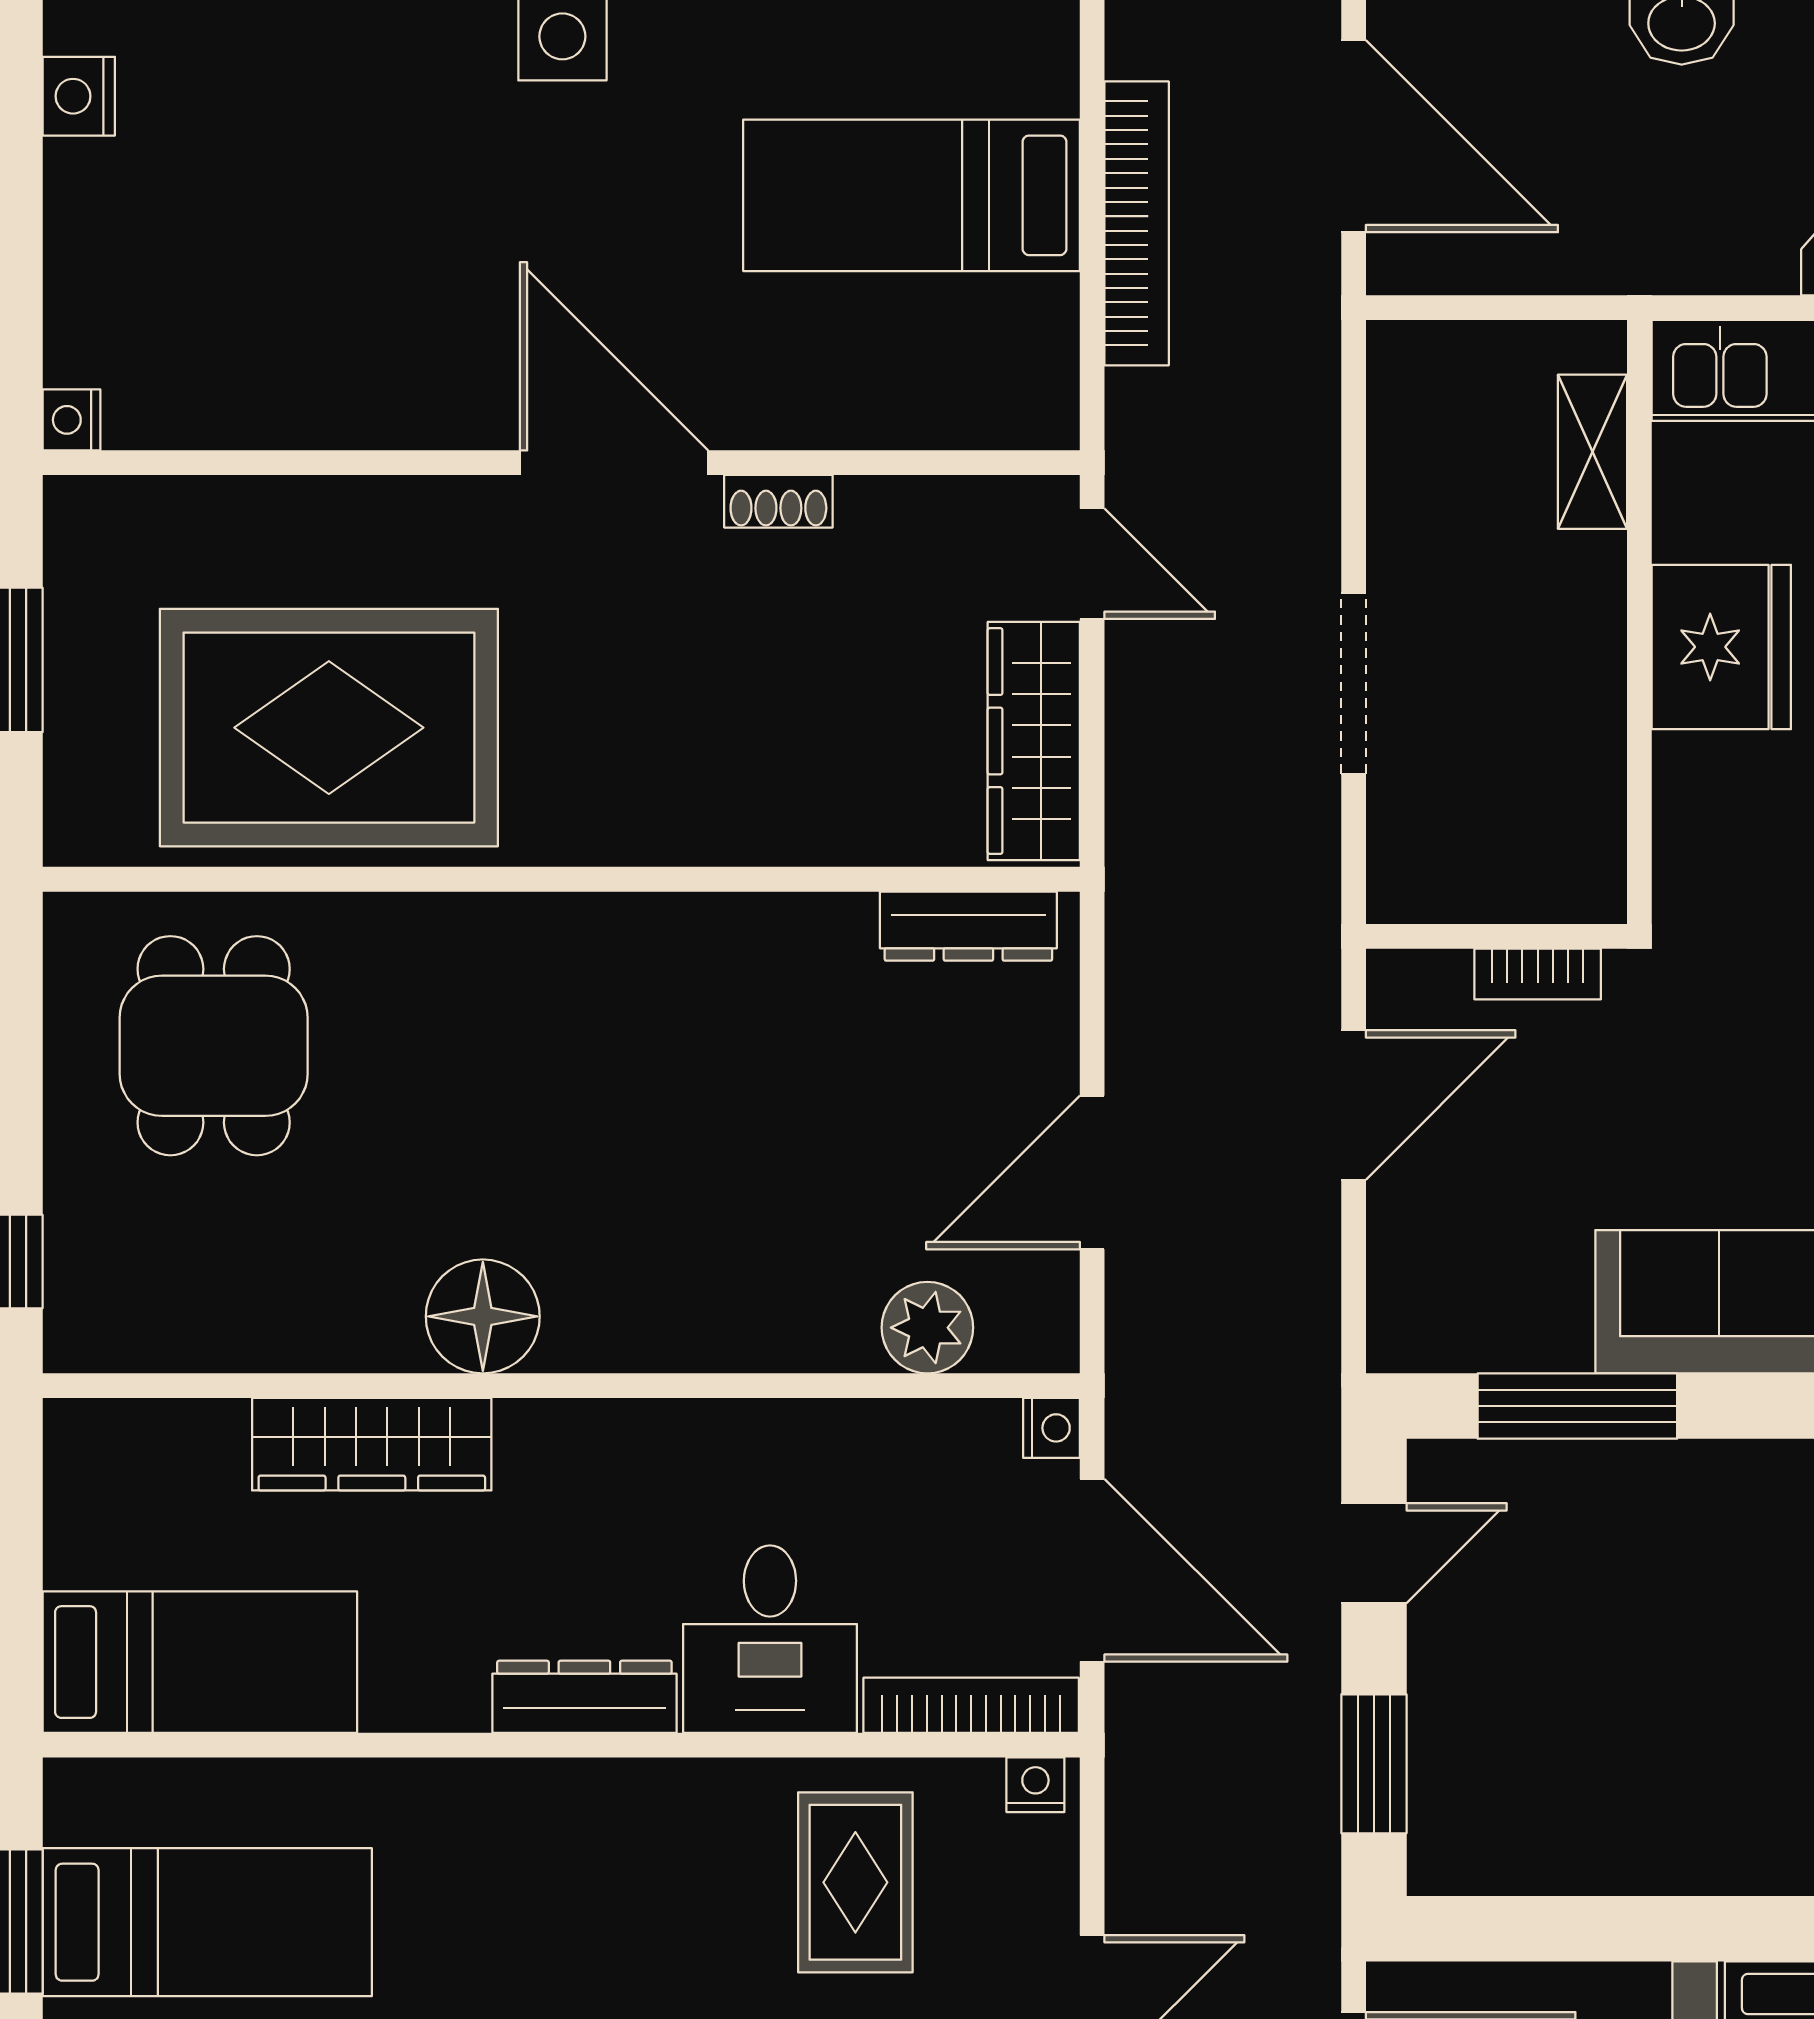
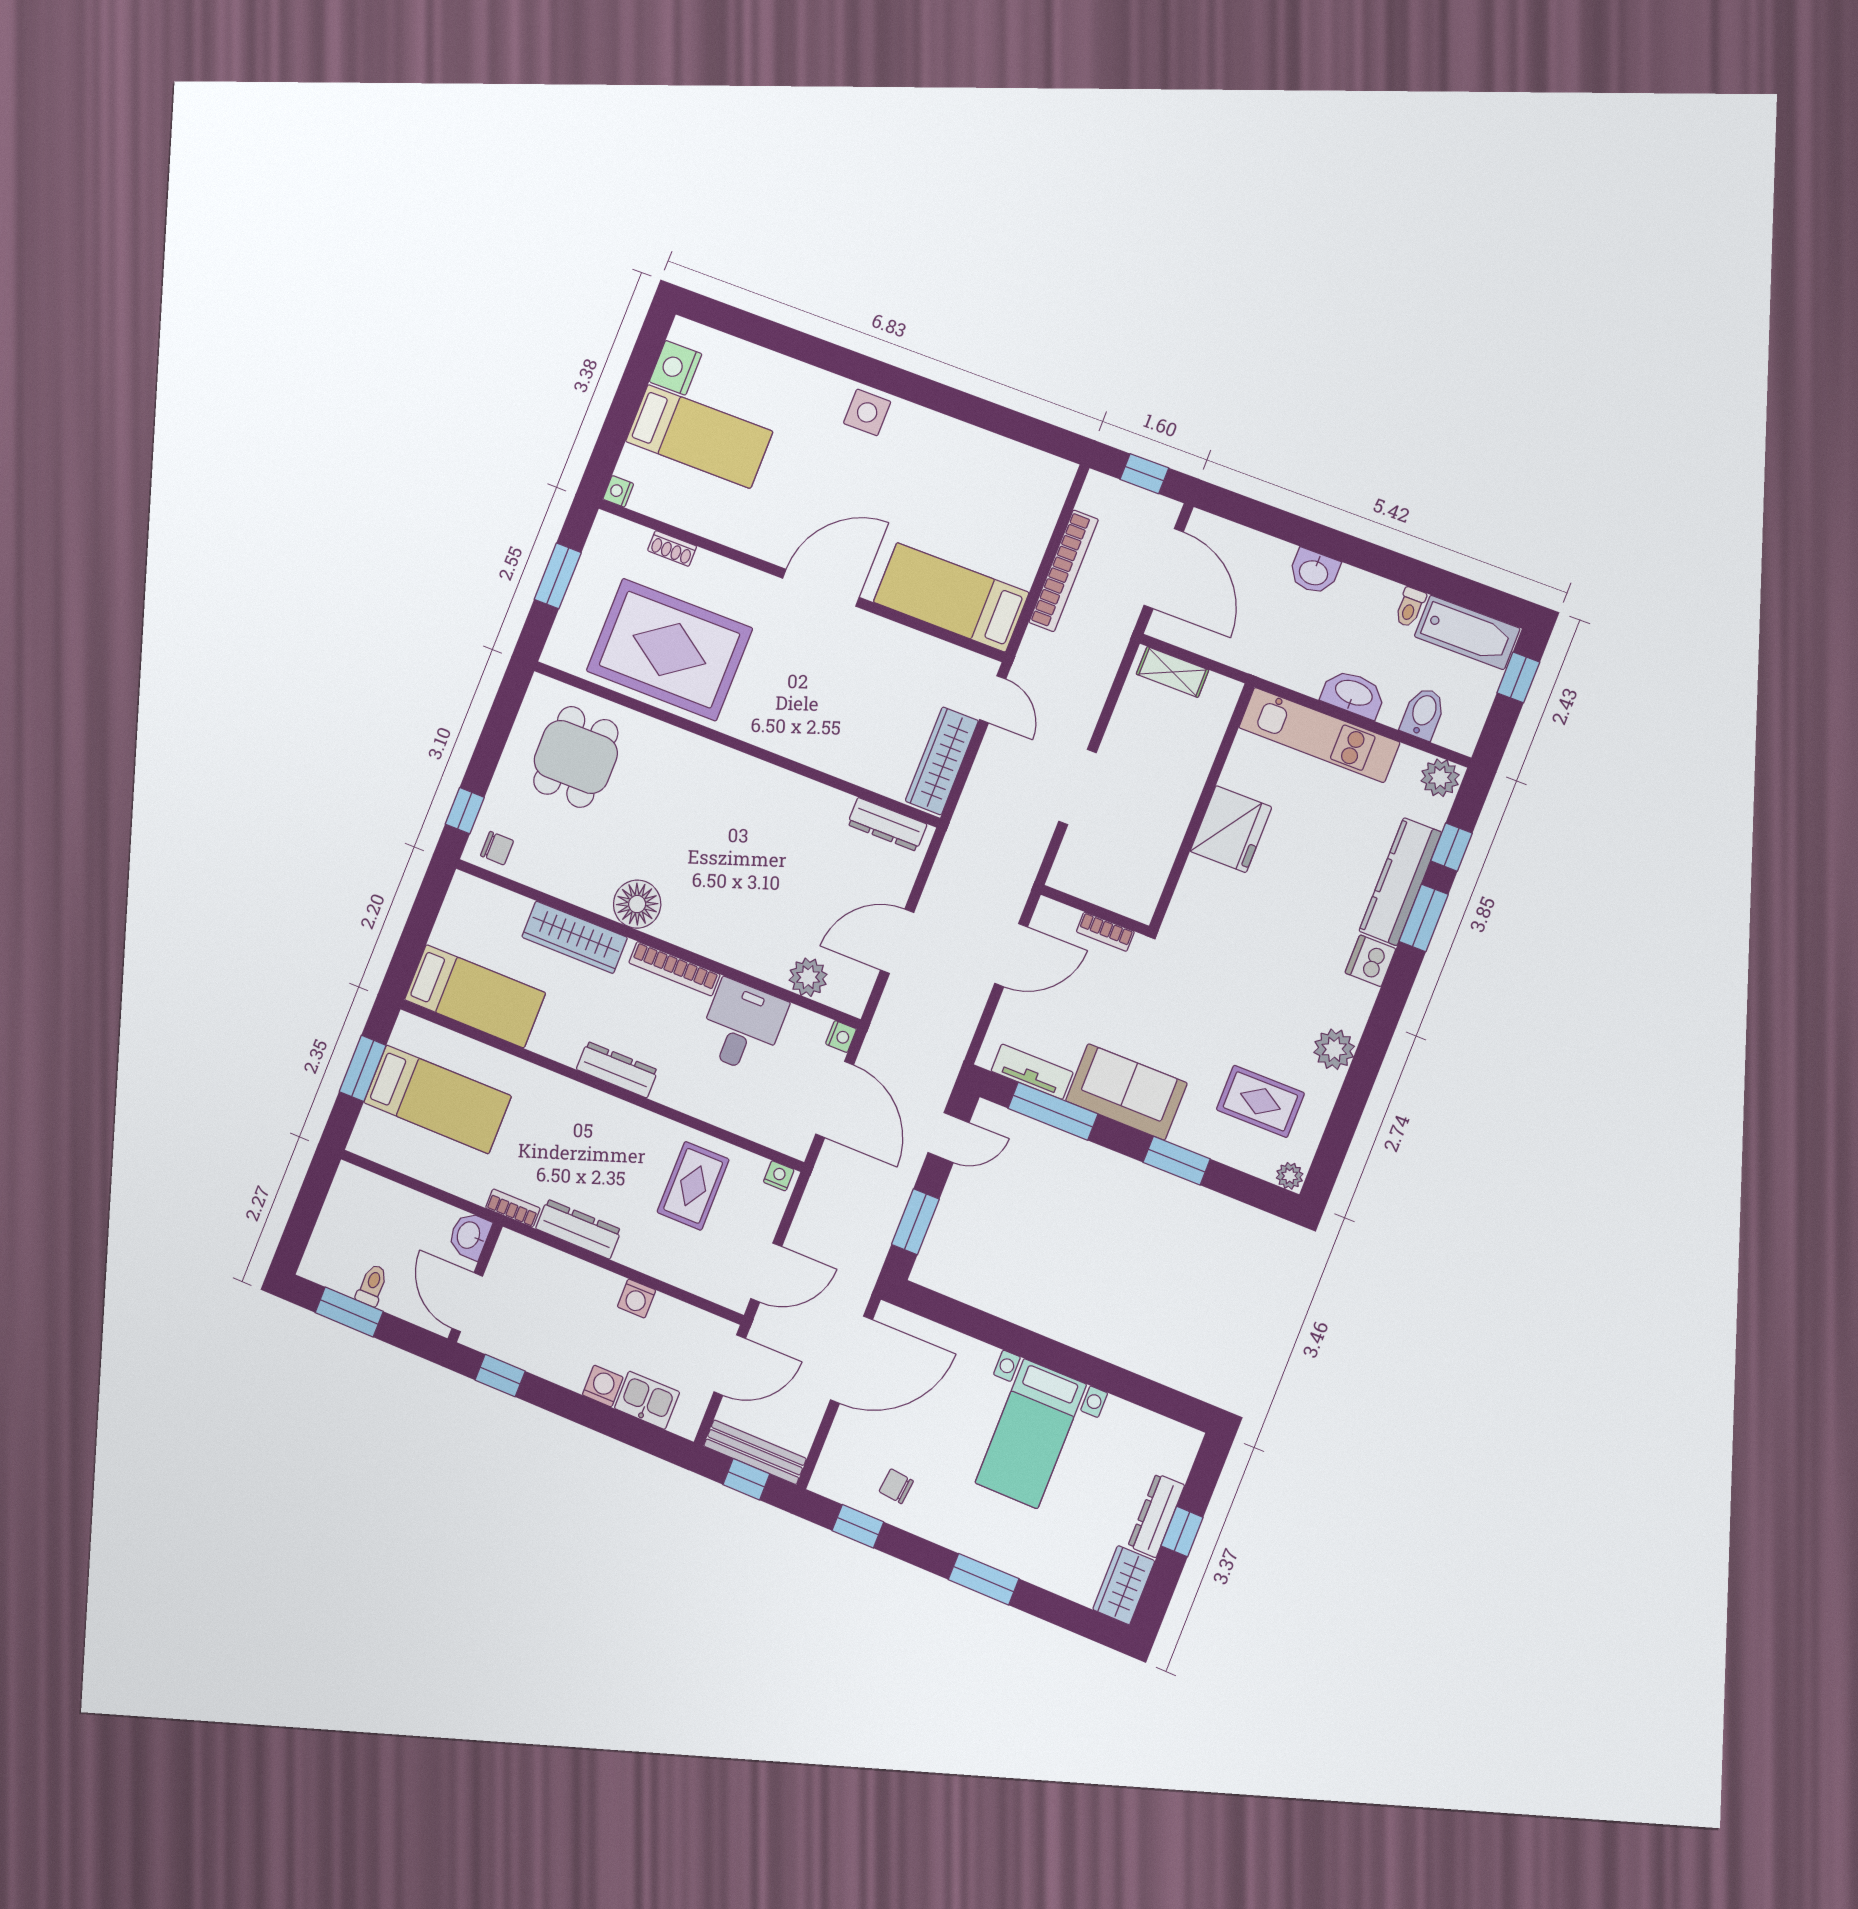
nightstand: (79, 96) -> (676, 368), width x1.36, depth x1.33
bed: (912, 195) -> (951, 597), moved
bed: (206, 230) -> (699, 436), added
shelving: (1592, 452) -> (1173, 672), moved, turned 90
door: (614, 463) -> (821, 588), hinge flipped
shoe rack: (778, 501) -> (672, 548), moved
chair: (117, 1316) -> (497, 848), added
tv unit: (1499, 1339) -> (1032, 1072), added
desk: (770, 1639) -> (742, 1026), moved, turned 180
bookcase: (971, 1705) -> (674, 969), moved, turned 180

